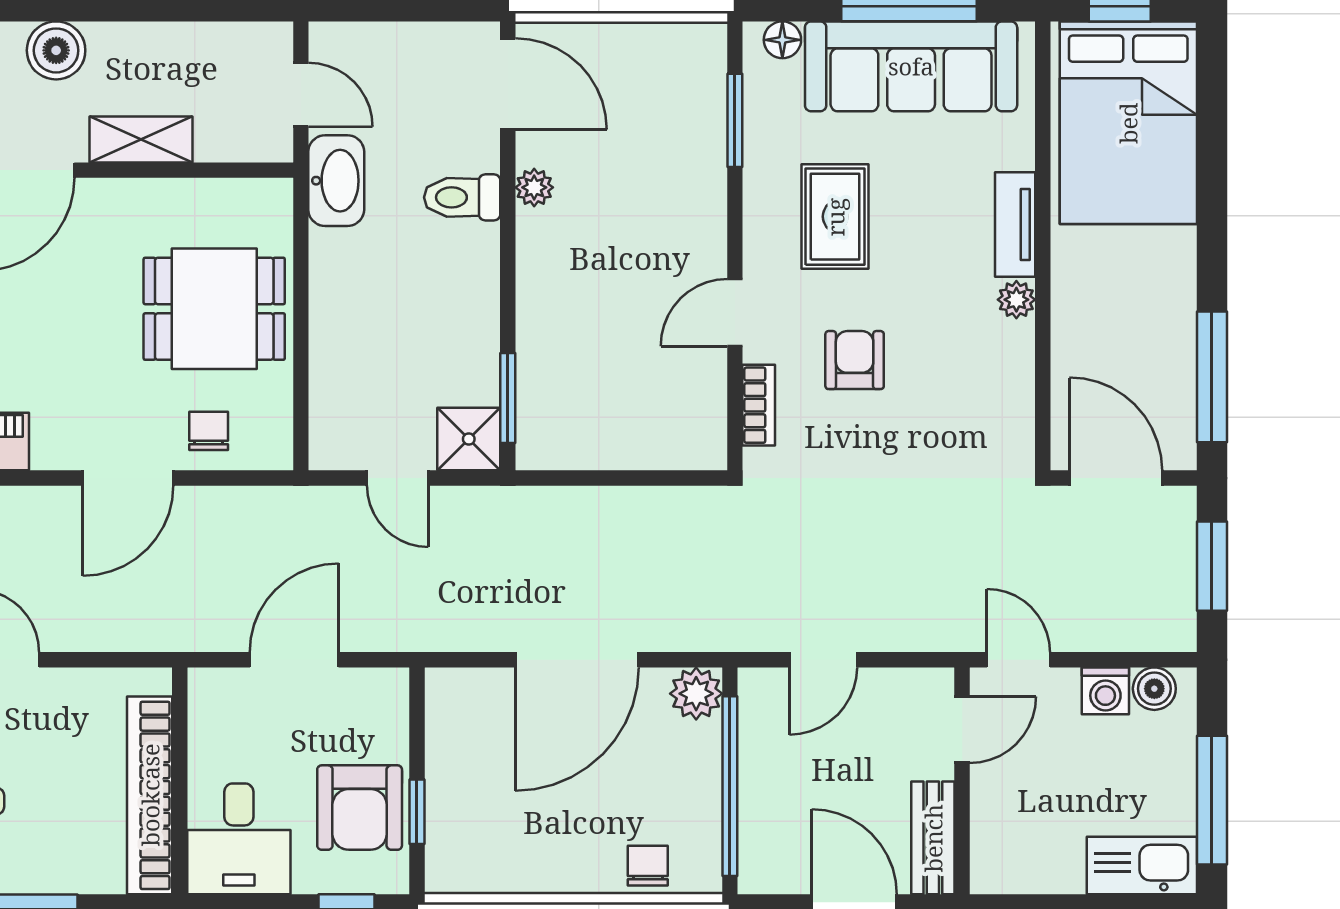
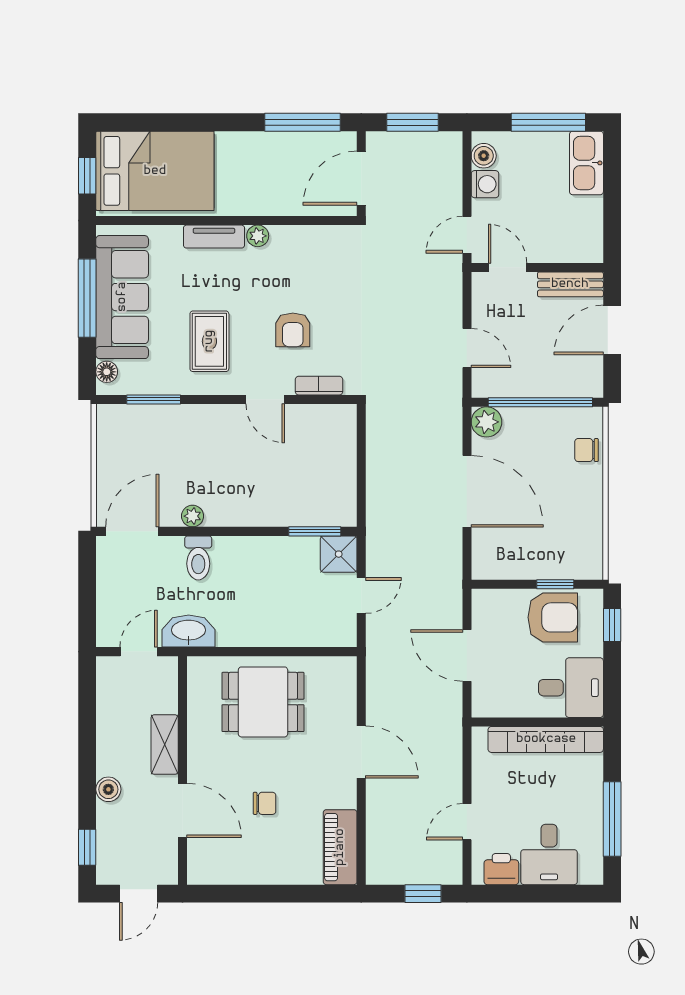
boiler: (56, 50) -> (108, 789), width x0.73, depth x0.73
rug: (835, 217) -> (209, 341), turned 90
dining table: (214, 309) -> (263, 702), turned 90
armchair: (855, 360) -> (293, 330), turned -90
chair: (209, 431) -> (265, 803), moved, turned 180

